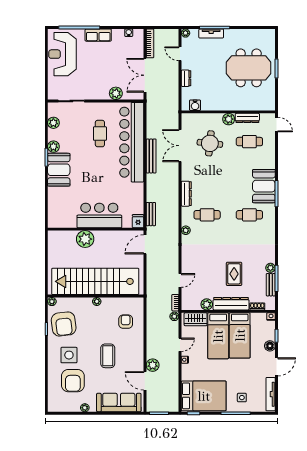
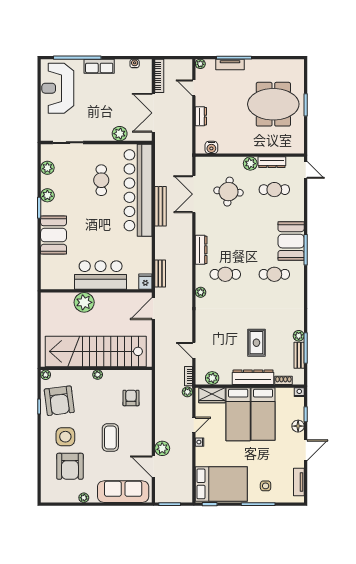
booth: (59, 170) -> (54, 235), moved
door: (180, 280) -> (194, 350), swing flipped
plant: (207, 304) -> (212, 378), moved
tv unit: (271, 394) -> (299, 482), width x0.71

